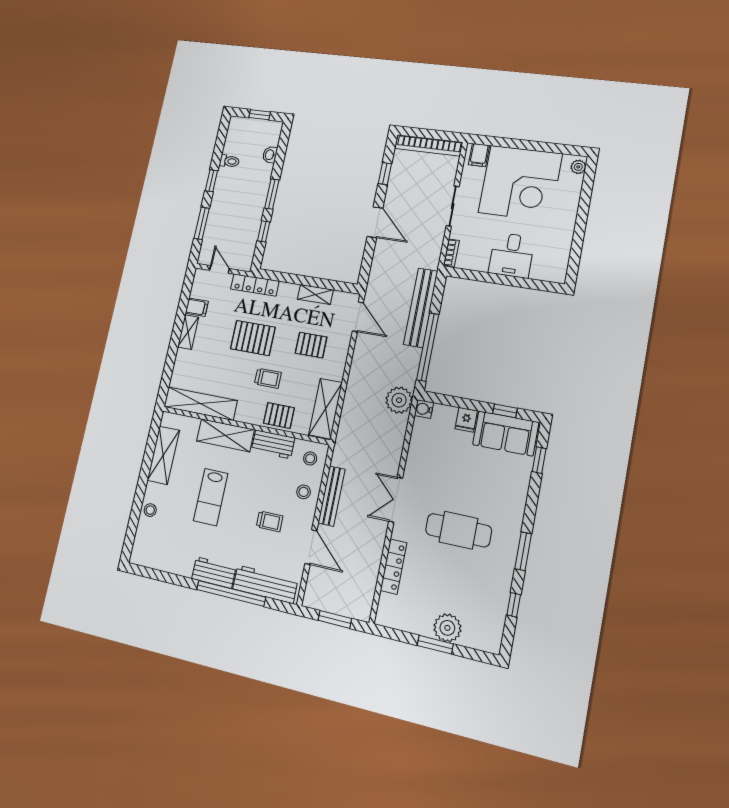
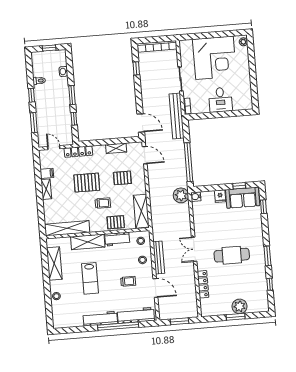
filing cabinet: (479, 155) -> (187, 46), removed
door: (375, 222) -> (141, 123), moved
bench: (421, 308) -> (177, 116), moved
workbench: (214, 572) -> (100, 319), width x1.38

